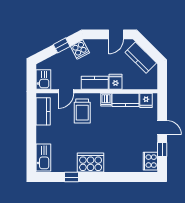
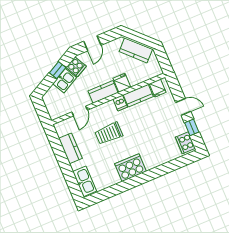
door: (116, 34) -> (92, 43), moved
kitchen sink: (43, 80) -> (65, 81), moved, turned 62
kitchen counter: (43, 111) -> (70, 148), moved
trolley: (82, 111) -> (109, 133), moved, turned 90
window: (72, 177) -> (118, 188), removed

